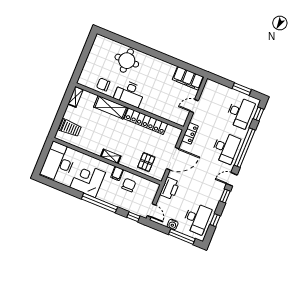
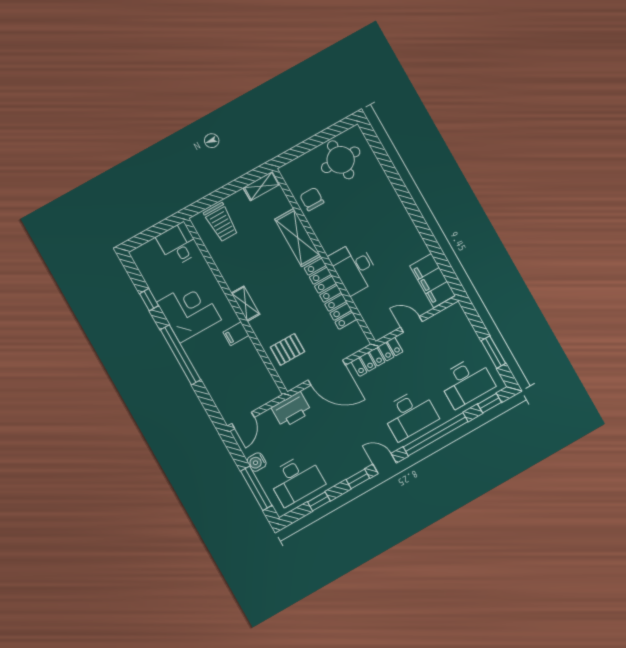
round table: (127, 61) -> (341, 160), moved
desk: (129, 93) -> (354, 268), moved
locker: (190, 133) -> (377, 357), width x1.53
desk: (58, 162) -> (178, 244), width x0.53, depth x0.77
chair: (129, 185) -> (239, 362), removed
window: (133, 217) -> (149, 300), moved

